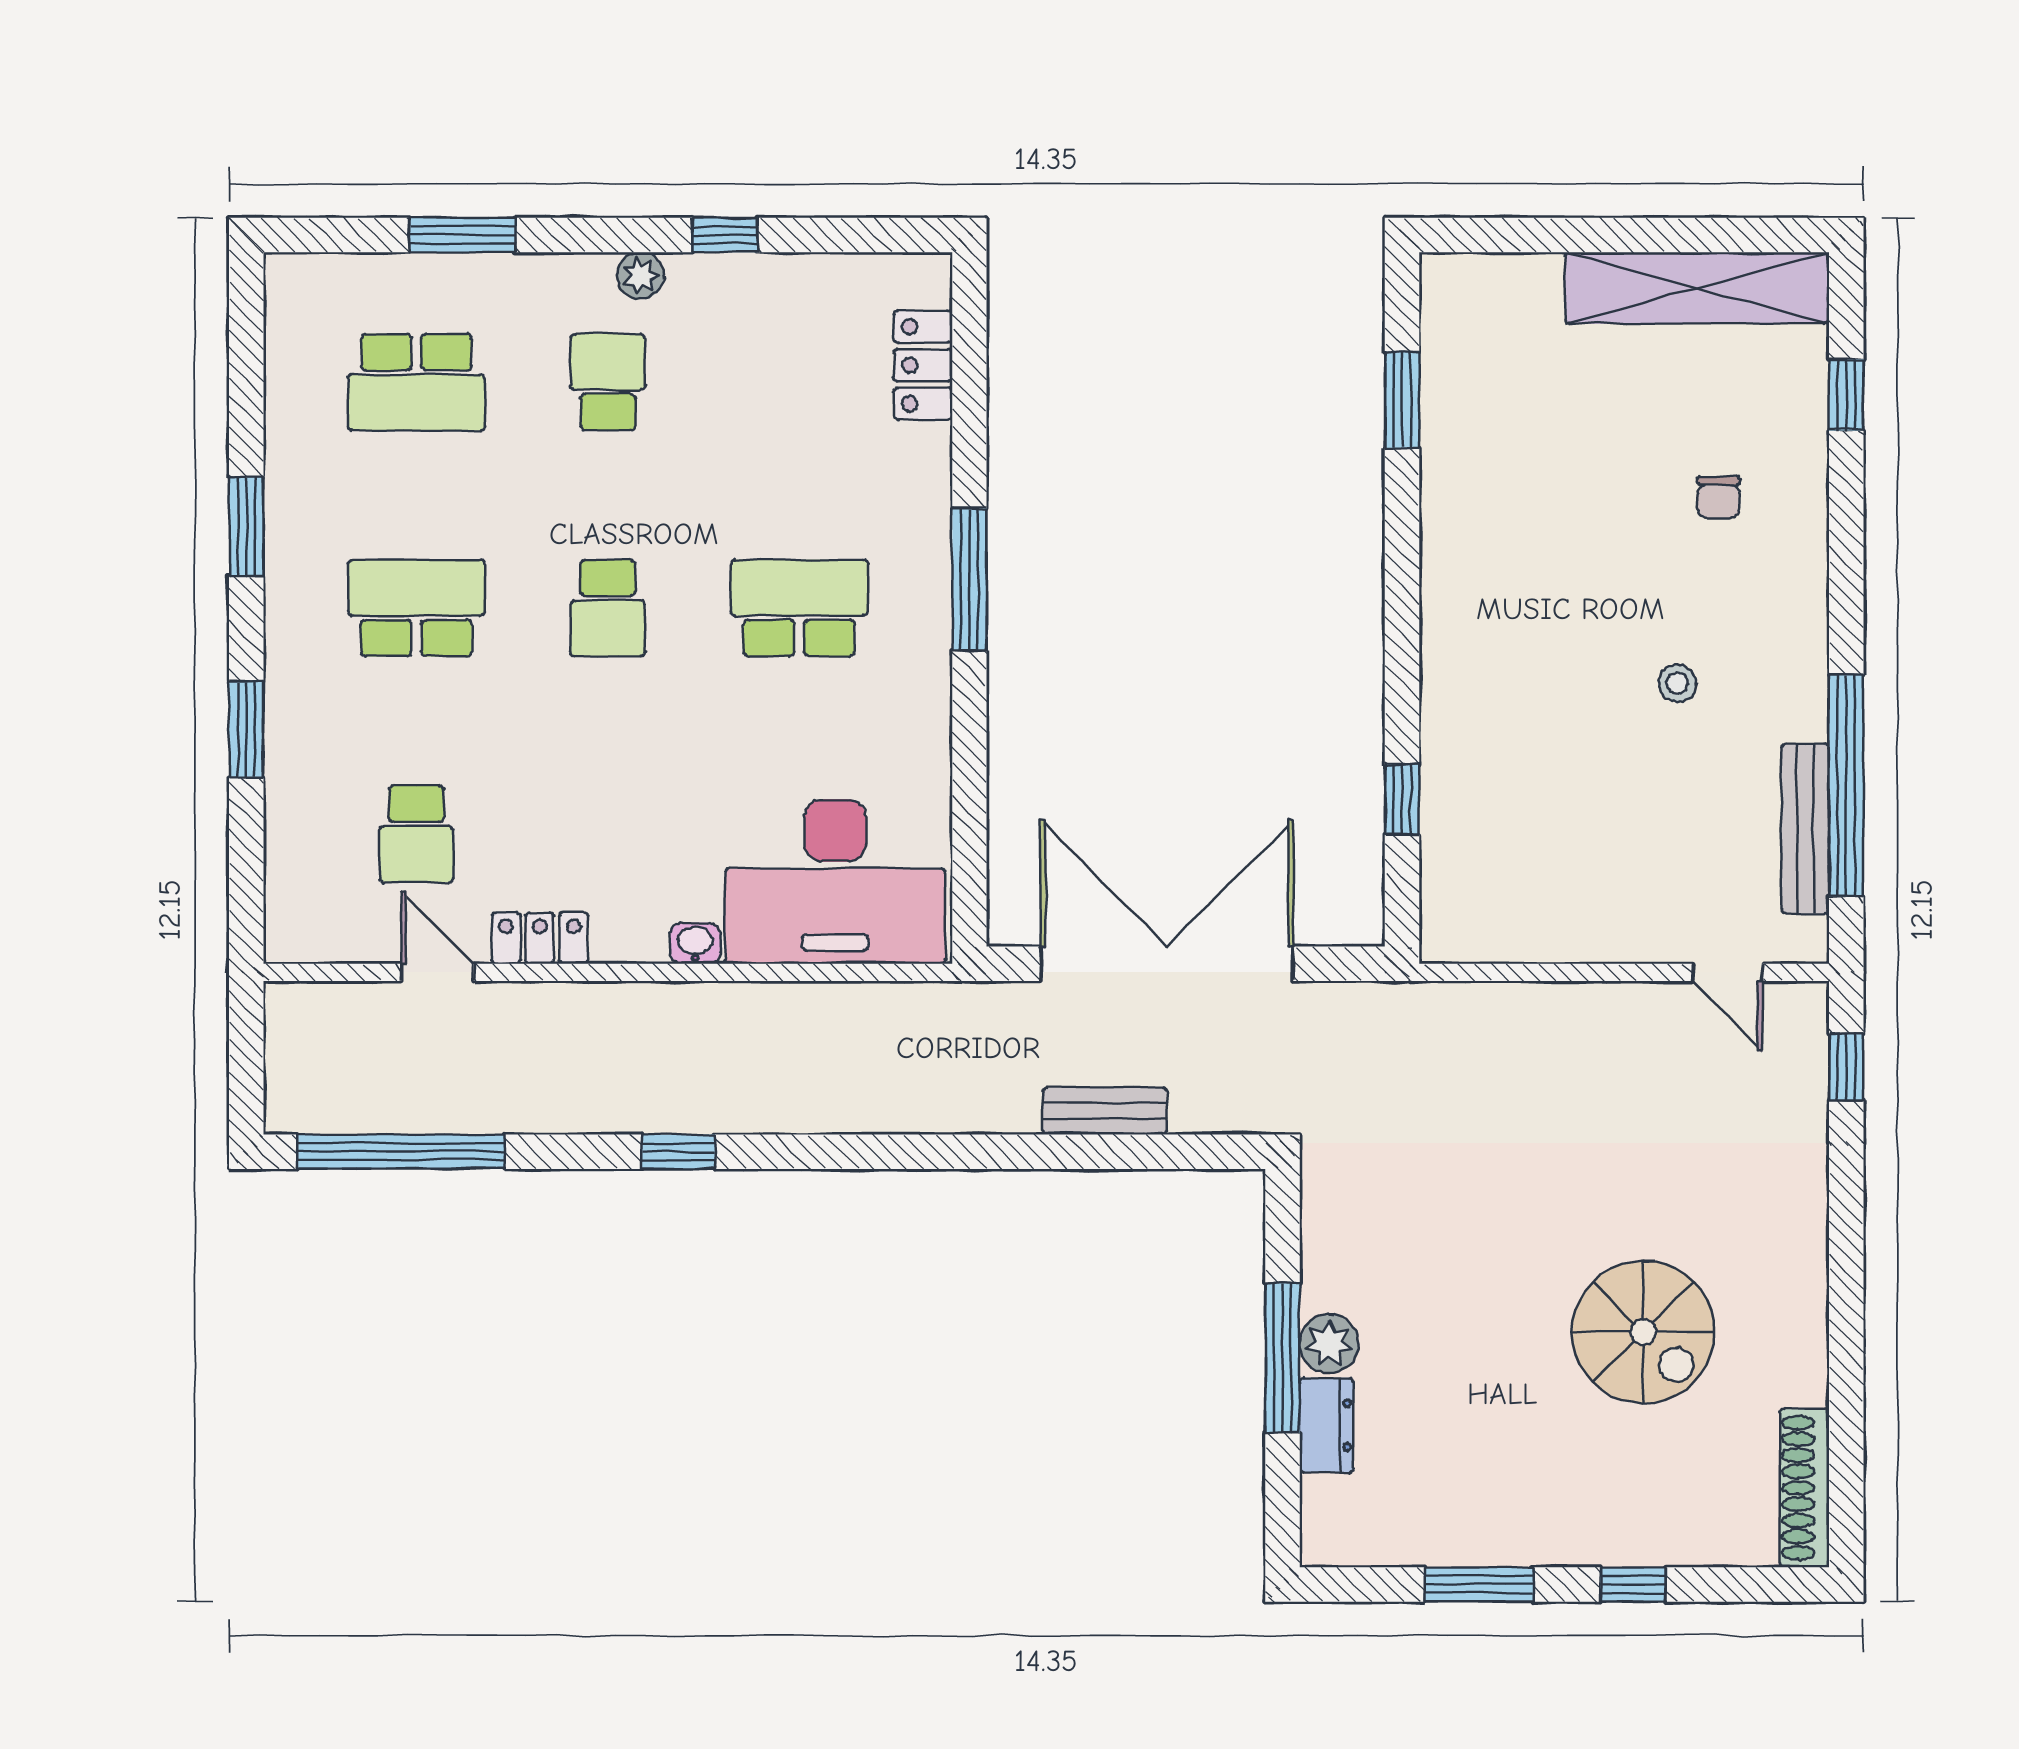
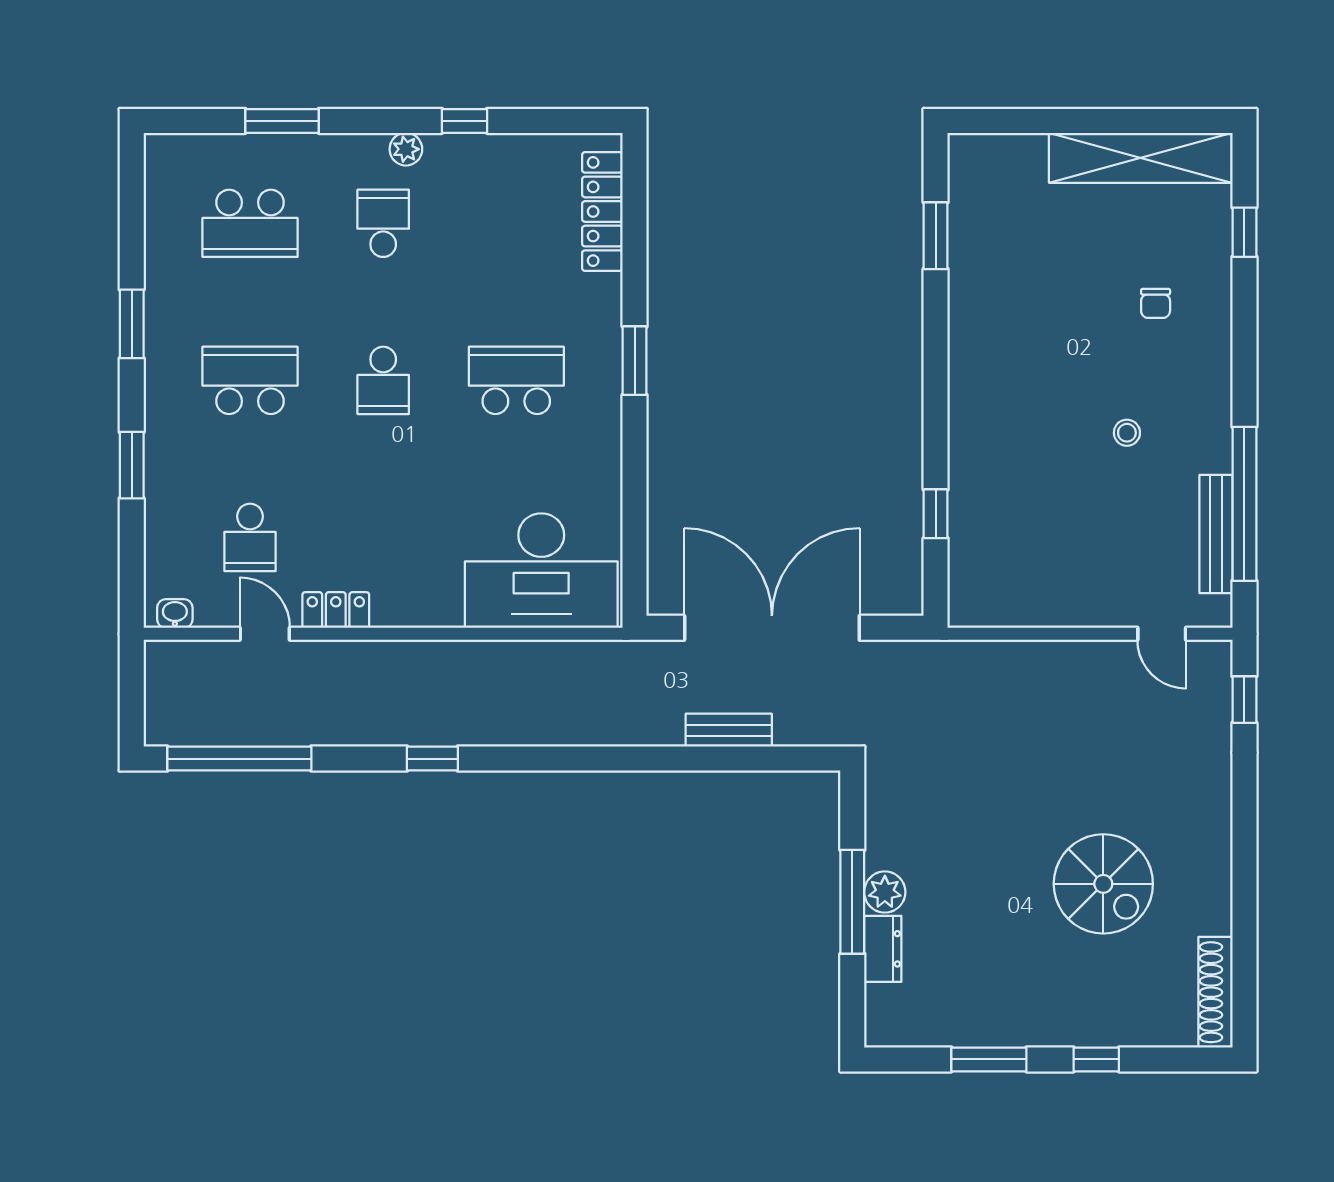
locker: (923, 365) -> (602, 211), width x1.53
window: (969, 580) -> (635, 361), width x0.69
washbasin: (695, 943) -> (175, 614), moved

